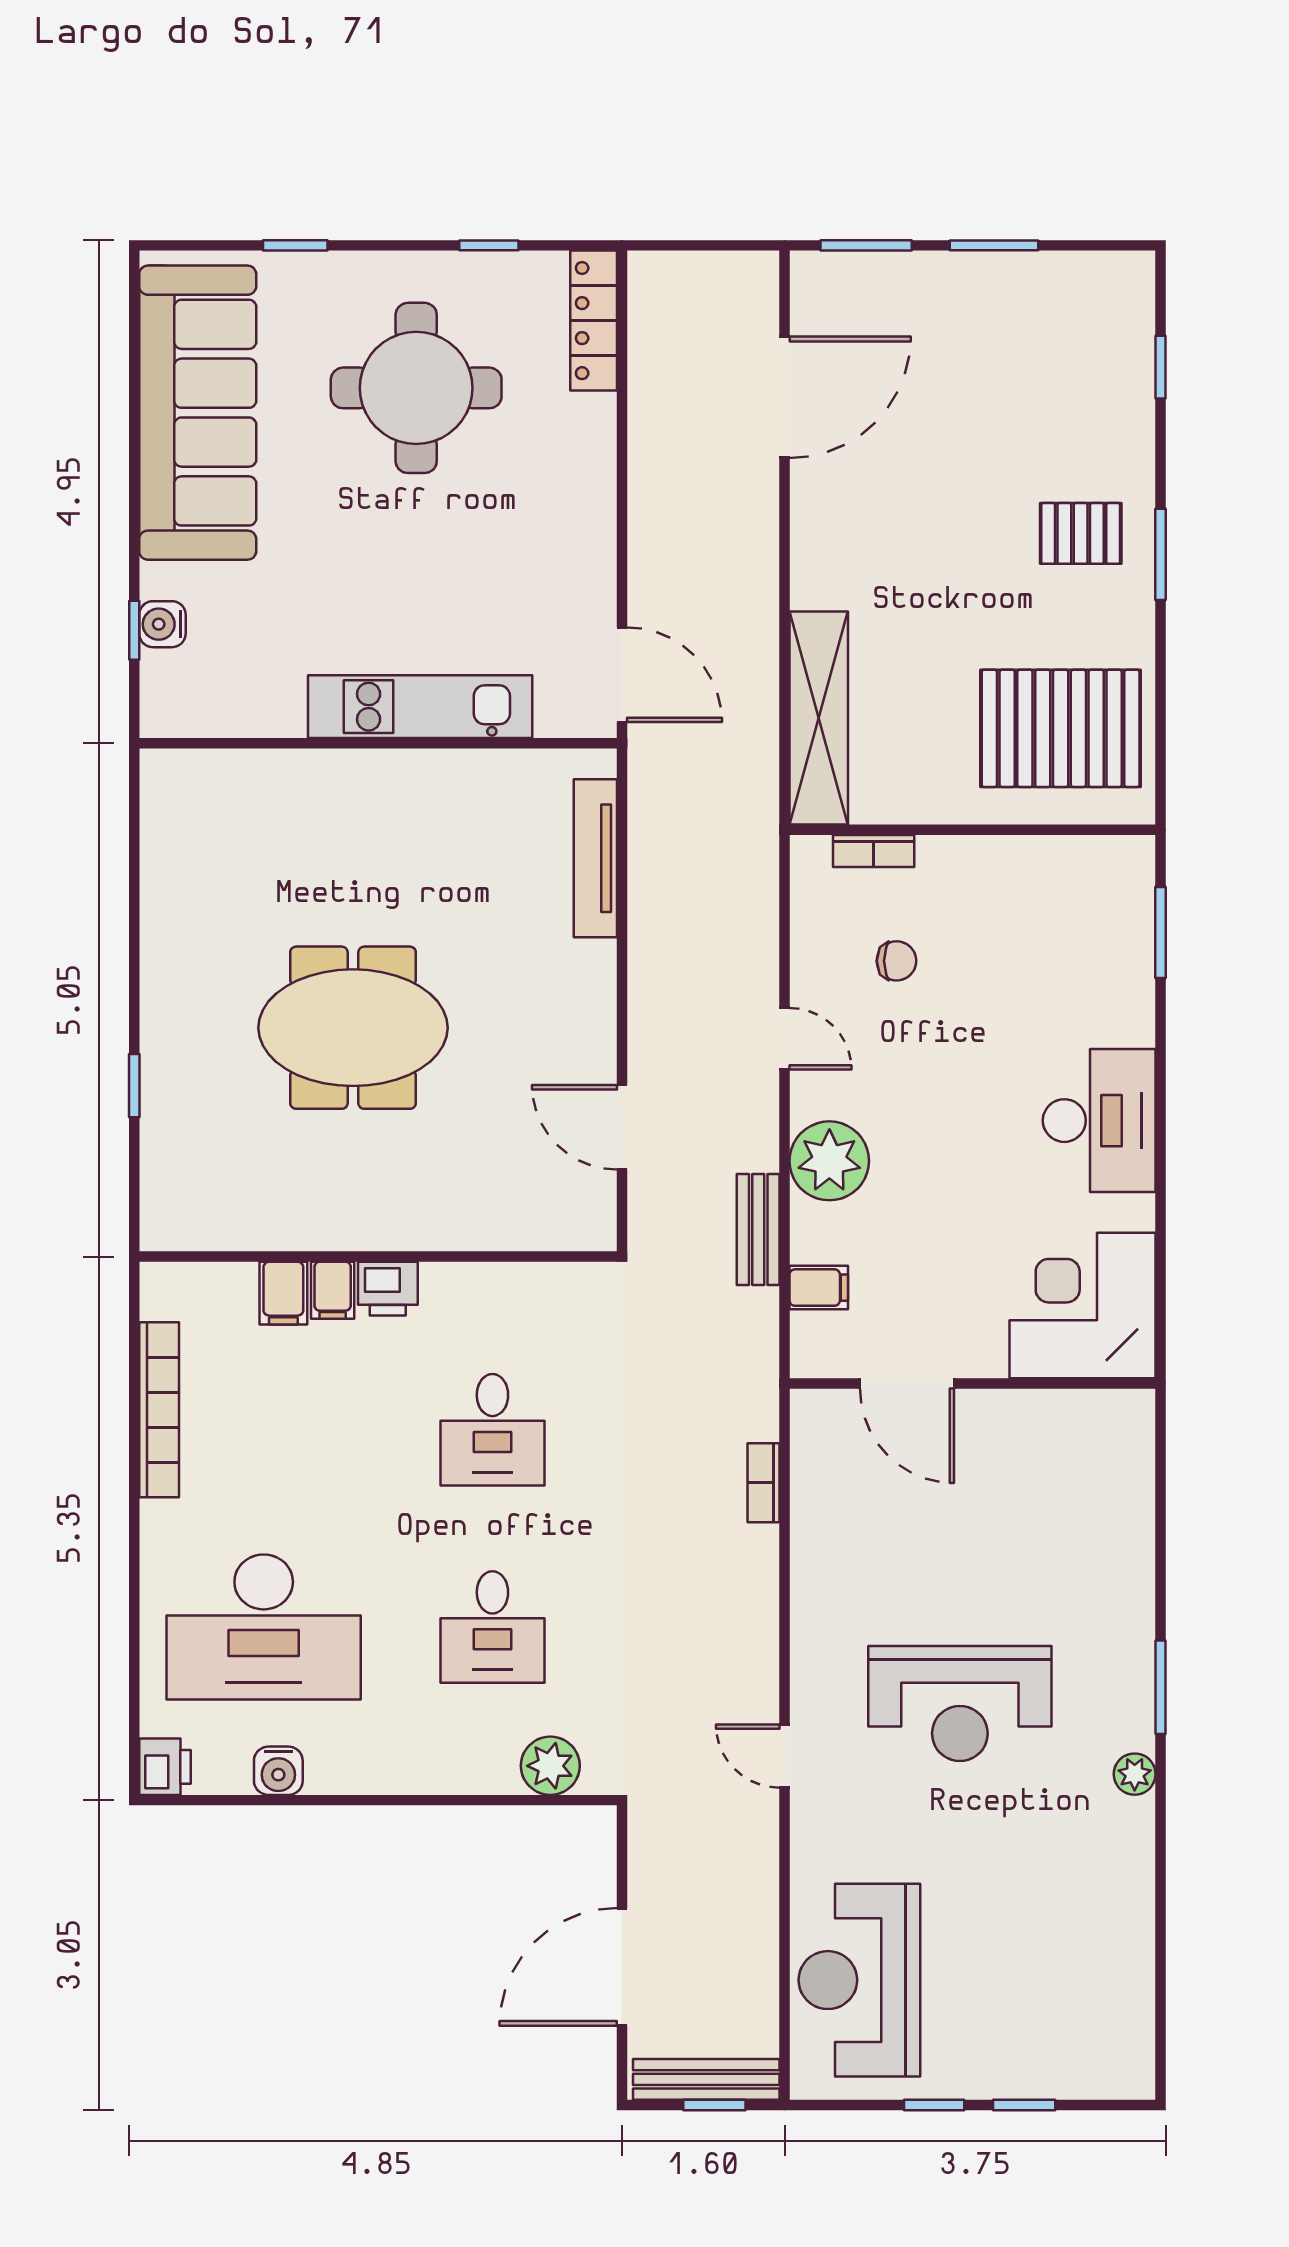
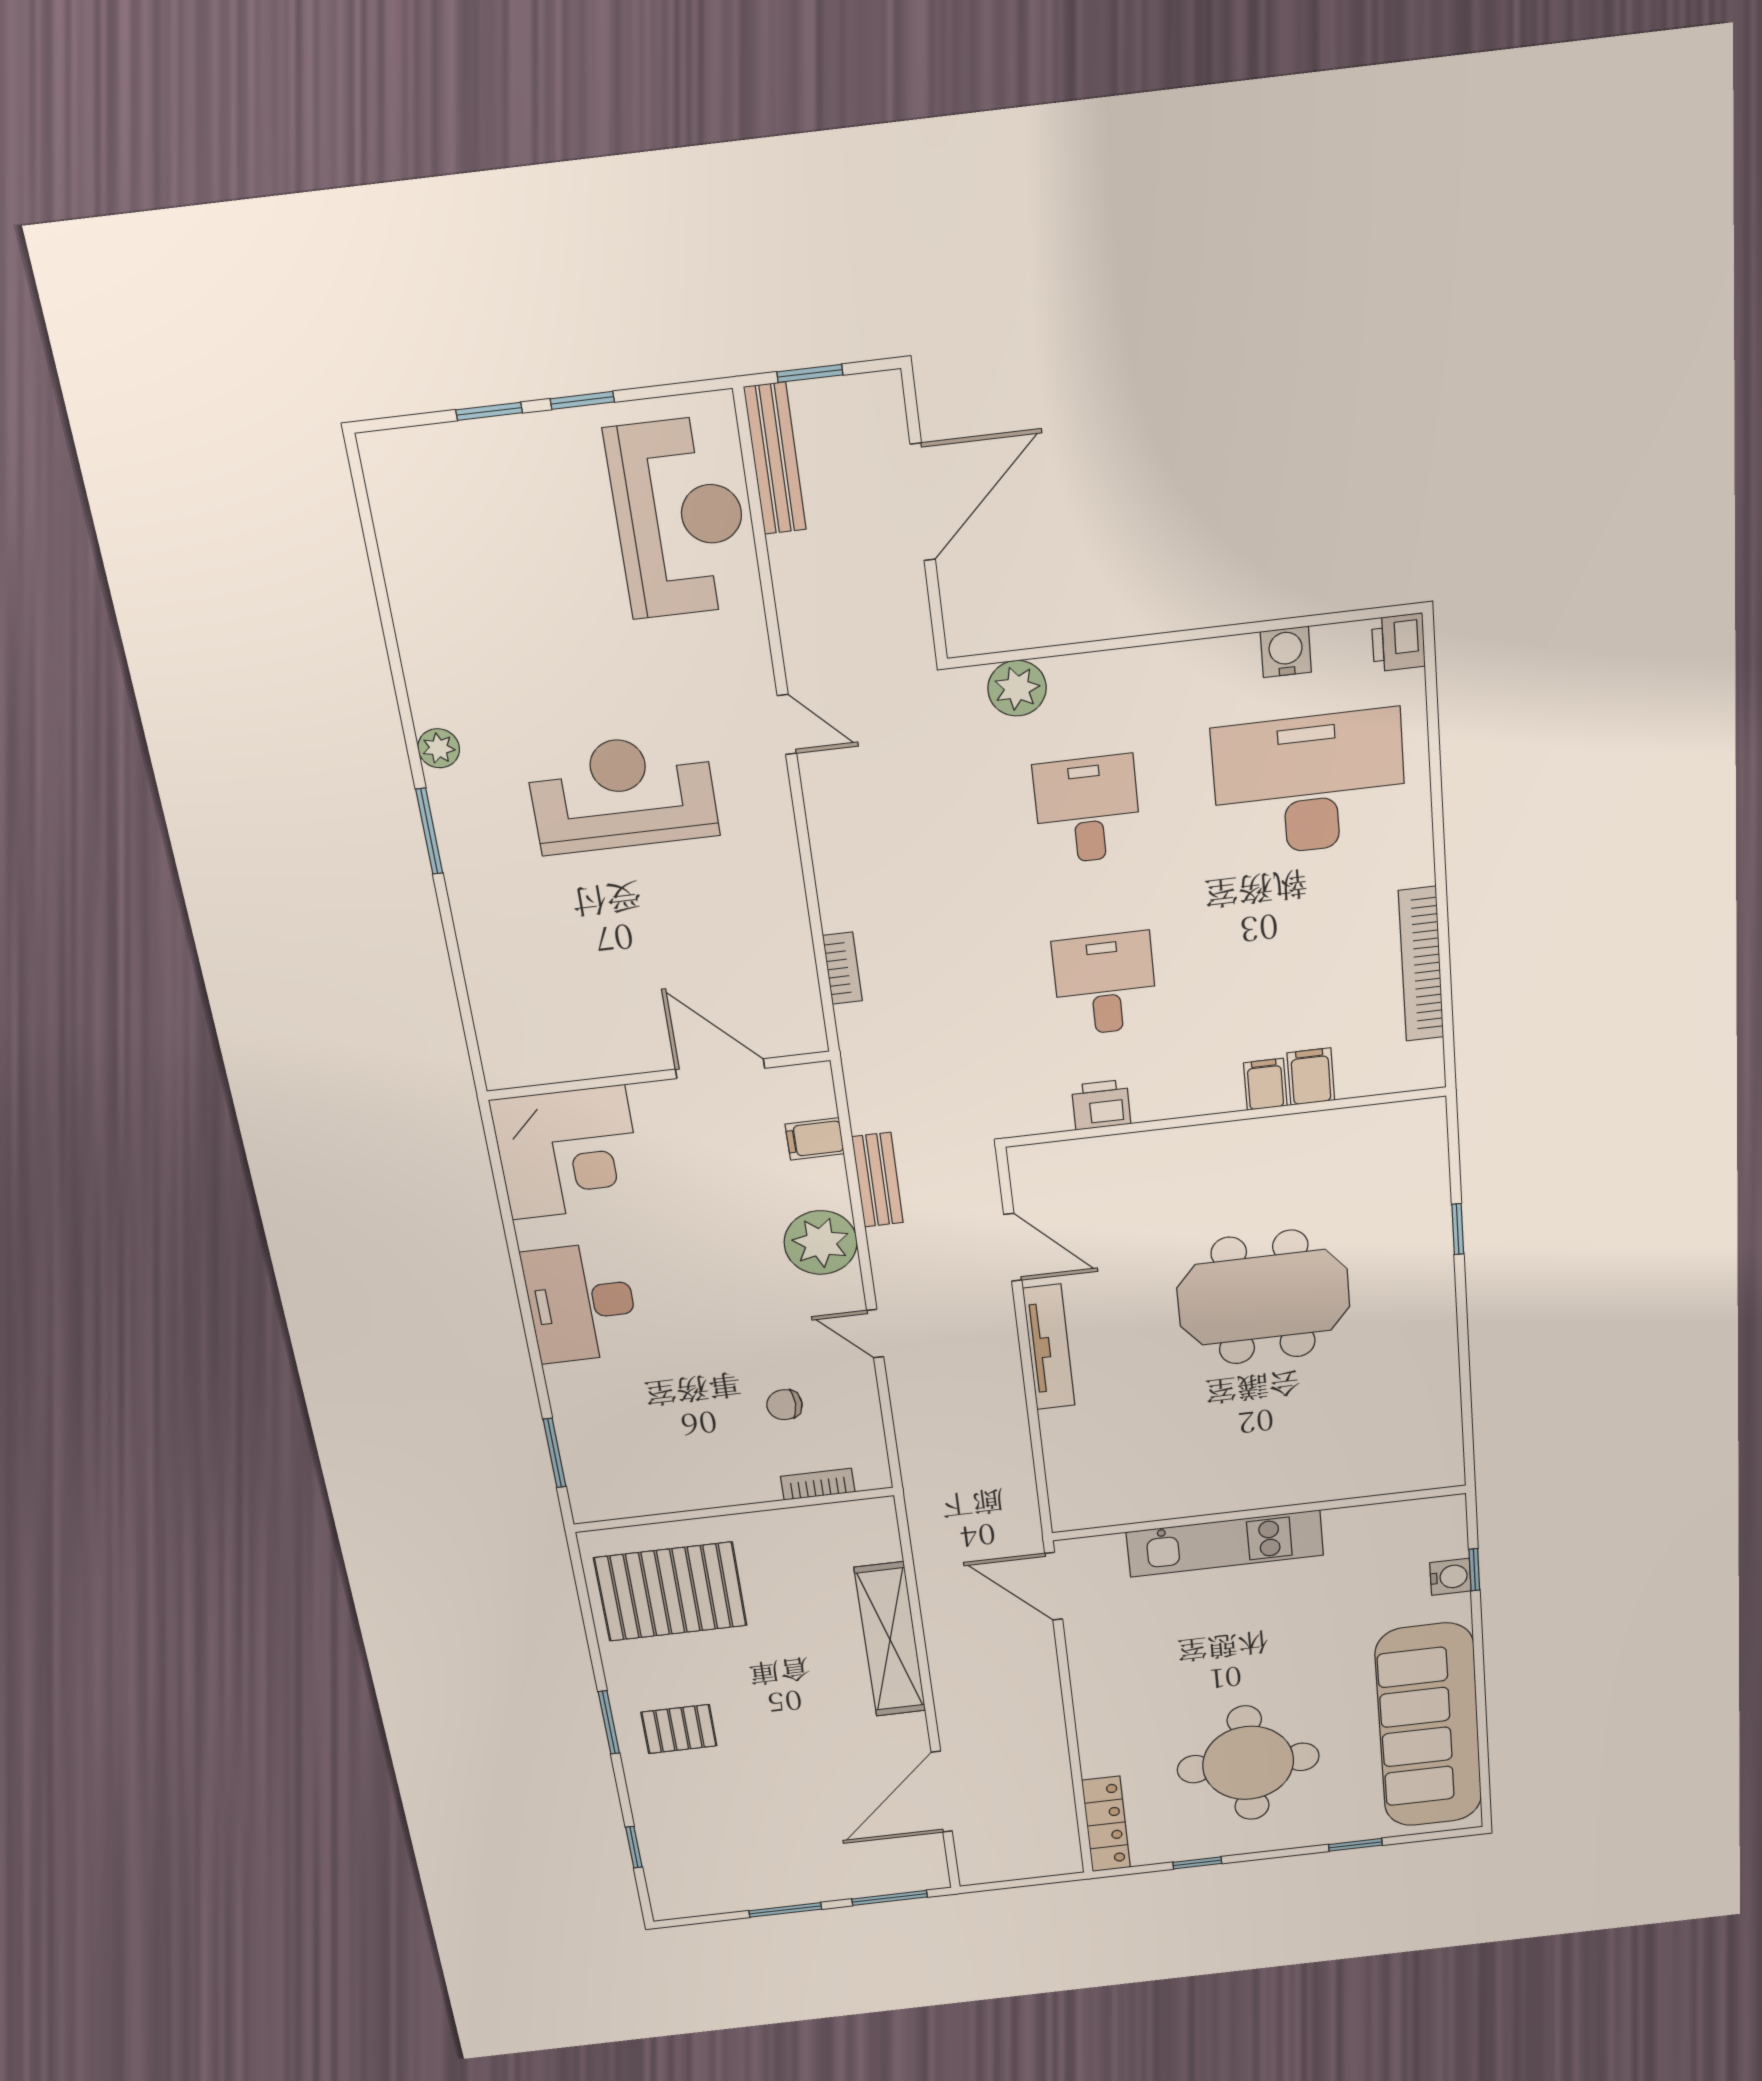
shelving: (819, 718) -> (890, 1640), moved
tv unit: (595, 858) -> (1049, 1347), moved
printer: (388, 1289) -> (1101, 1105), moved
bench: (706, 2079) -> (775, 459), moved, turned 90

